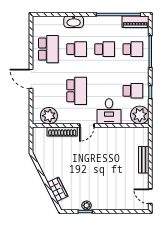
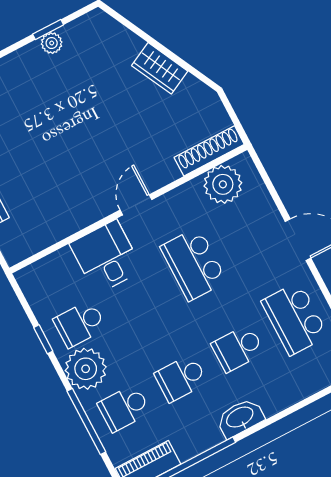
washbasin: (74, 22) -> (240, 418), moved
plant: (140, 115) -> (86, 369), moved
shoe rack: (62, 131) -> (209, 151), moved
wardrobe: (58, 189) -> (160, 68), moved

